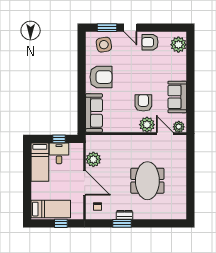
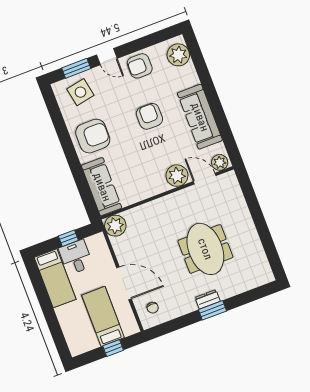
sofa: (177, 97) -> (200, 117), width x1.36
armchair: (143, 103) -> (149, 116), moved
plant: (93, 159) -> (115, 226), moved
bed: (51, 209) -> (103, 316), moved, turned -90
dresser: (125, 215) -> (208, 299), moved
window: (122, 223) -> (212, 310), moved

